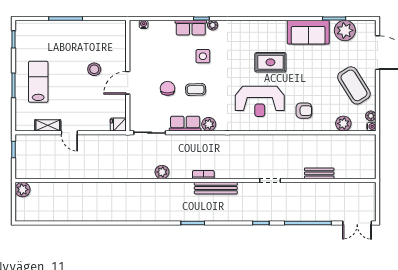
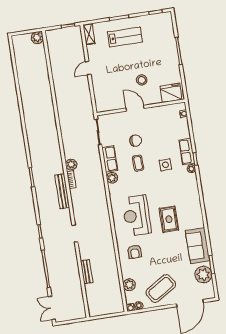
shelving: (48, 125) -> (89, 34), moved
fridge: (118, 125) -> (171, 93), moved, width x1.88, depth x1.34
plant: (162, 172) -> (71, 165), moved

